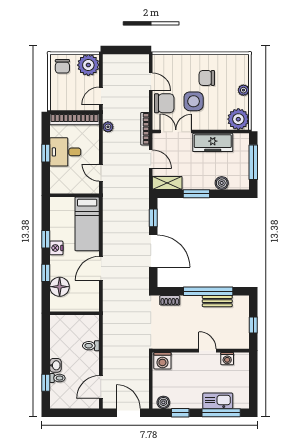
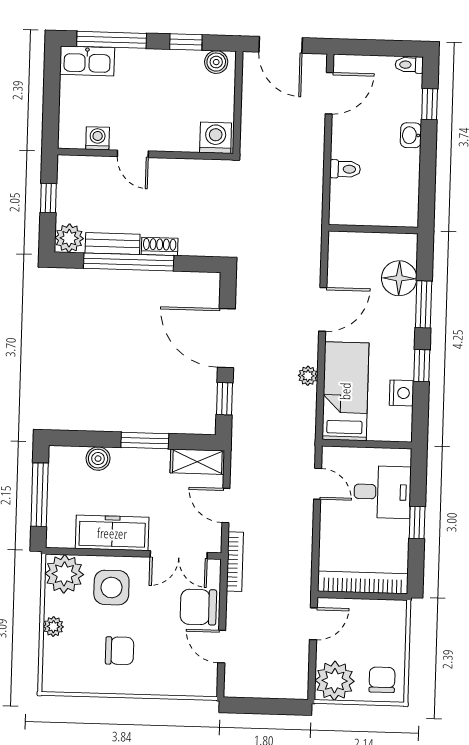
side table: (194, 101) -> (111, 588), moved
plant: (108, 127) -> (308, 376), moved
desk: (65, 152) -> (382, 492), moved
nightstand: (56, 248) -> (402, 393), moved
window: (46, 273) -> (424, 304), width x1.50
shoe rack: (170, 300) -> (160, 246), moved
plant: (241, 303) -> (69, 238), added
toilet: (57, 378) -> (409, 65), moved
kitchen sink: (218, 401) -> (87, 61), moved

